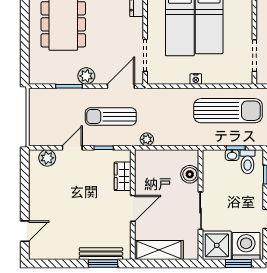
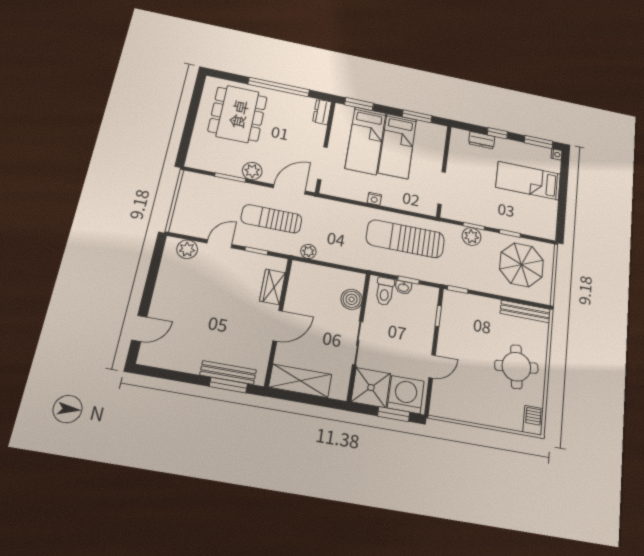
sun lounger: (228, 111) -> (405, 239), turned 180
toilet: (248, 162) -> (385, 291), moved

